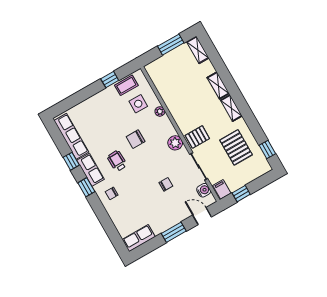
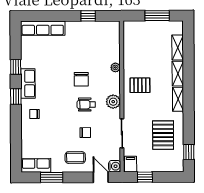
shelving: (198, 50) -> (178, 48), moved
coffee table: (126, 85) -> (75, 158), moved
side table: (138, 104) -> (101, 50), removed
row of seats: (71, 136) -> (43, 28), moved, turned 90
pallet: (197, 137) -> (140, 85), moved
chair: (136, 139) -> (81, 79), turned -90
wheelchair: (117, 161) -> (86, 105), moved, turned -88
water cooler: (204, 190) -> (115, 166), moved
window: (174, 232) -> (52, 177), moved

